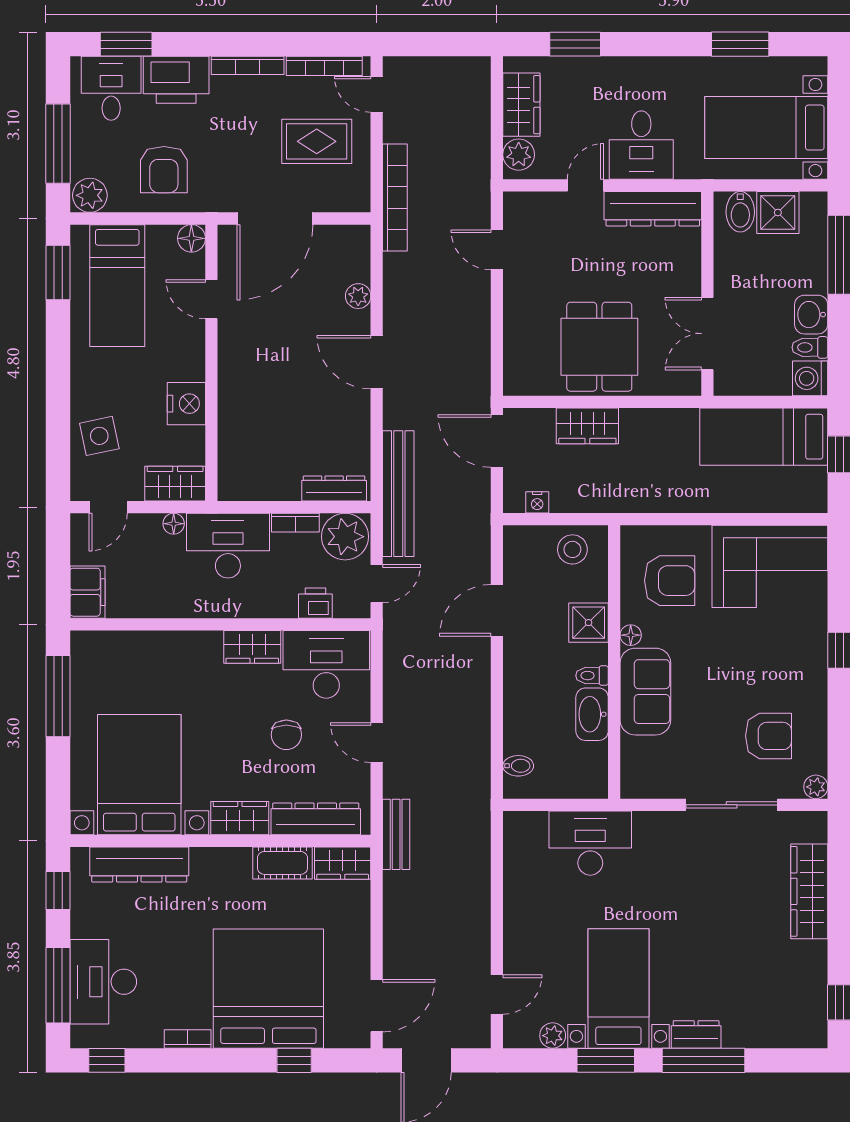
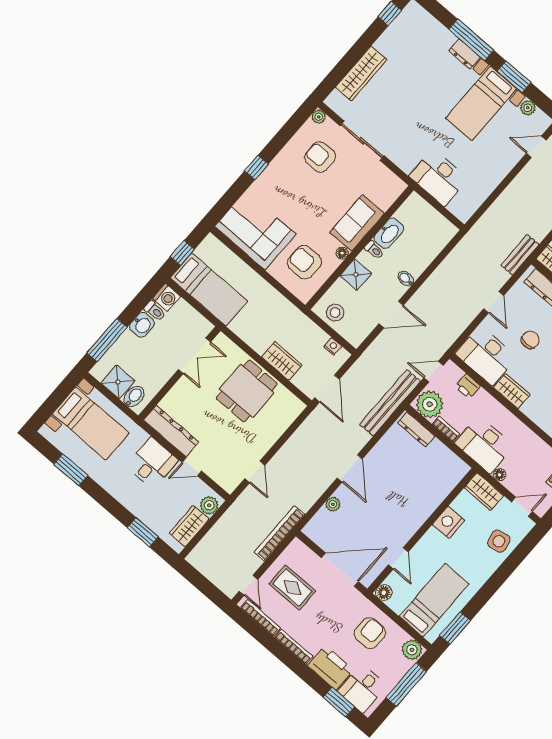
bidet: (518, 766) -> (406, 279), moved

